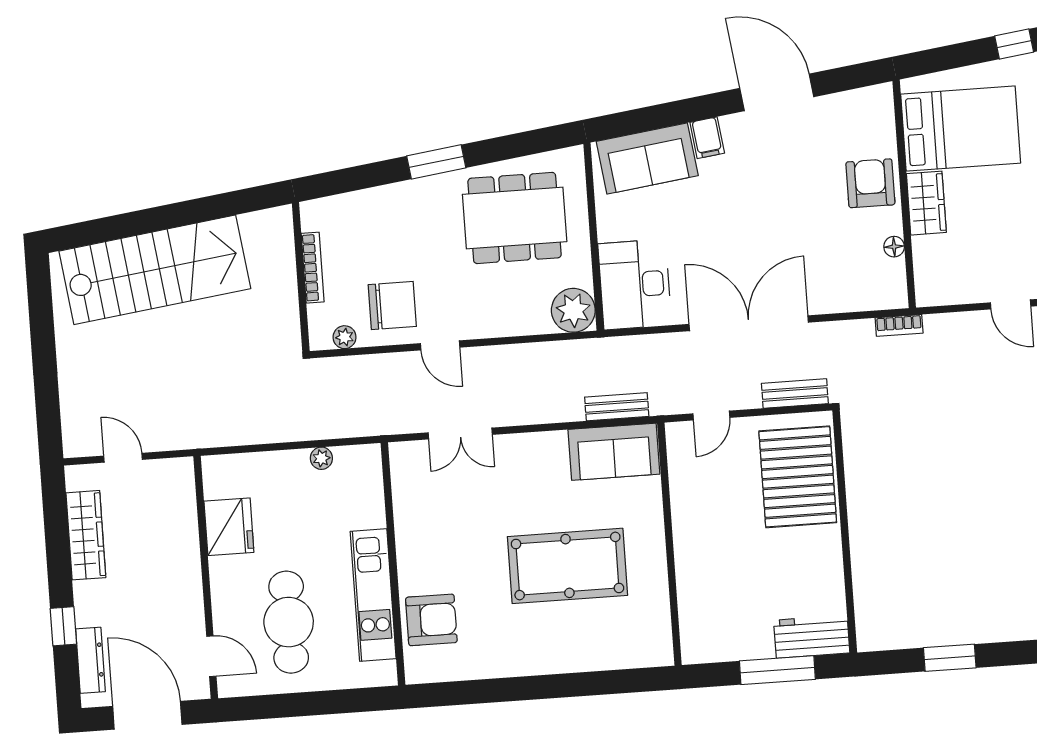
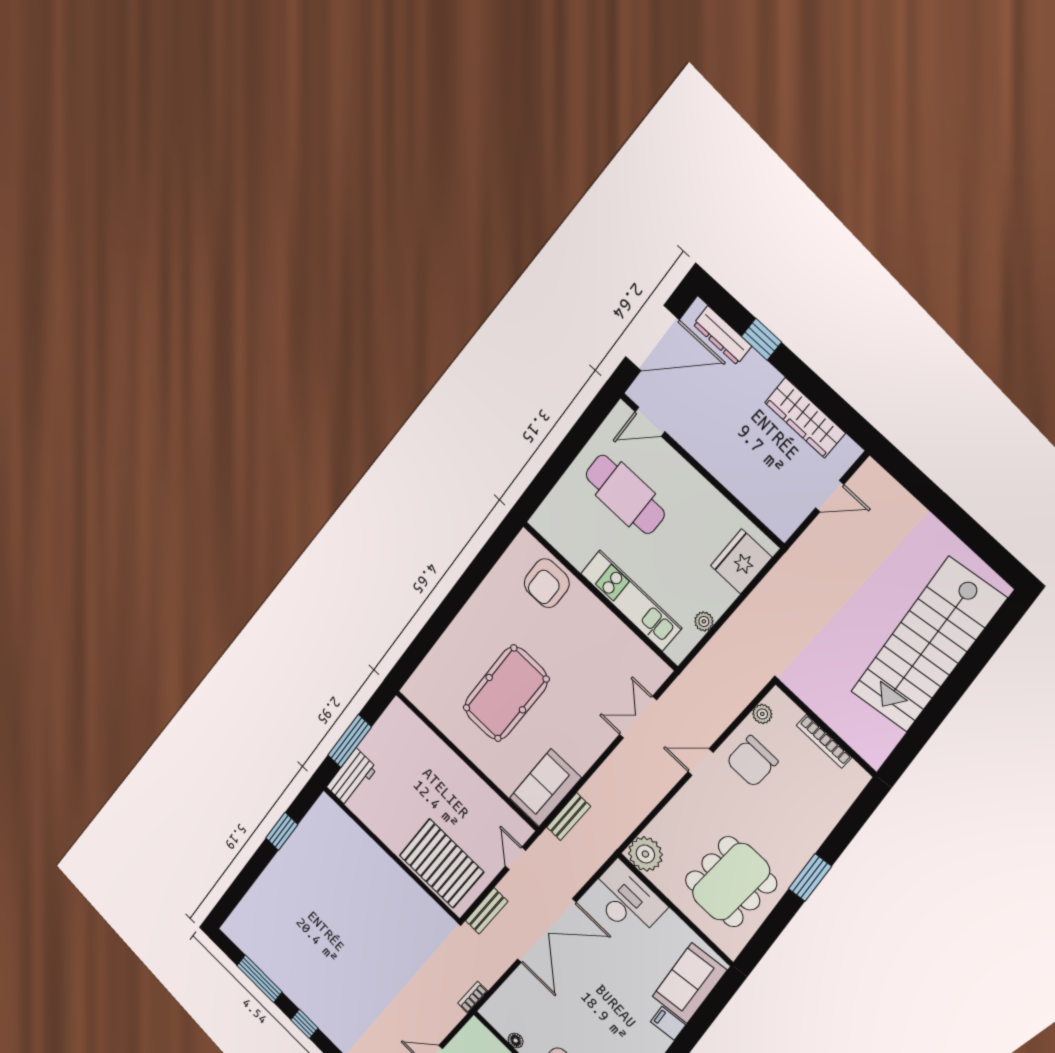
fridge: (229, 527) -> (741, 562), moved, turned 90
kitchen unit: (373, 595) -> (631, 601), moved

